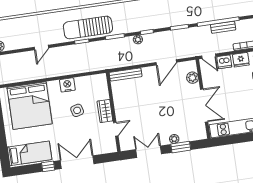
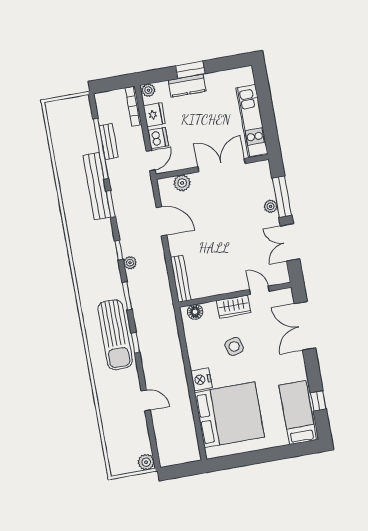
bench: (192, 18) -> (97, 186), added
floor lamp: (102, 84) -> (195, 312), added
nightstand: (67, 85) -> (201, 379), moved
window: (181, 147) -> (282, 197), width x1.44
double door: (77, 162) -> (305, 326), moved
window: (48, 166) -> (318, 401), moved

